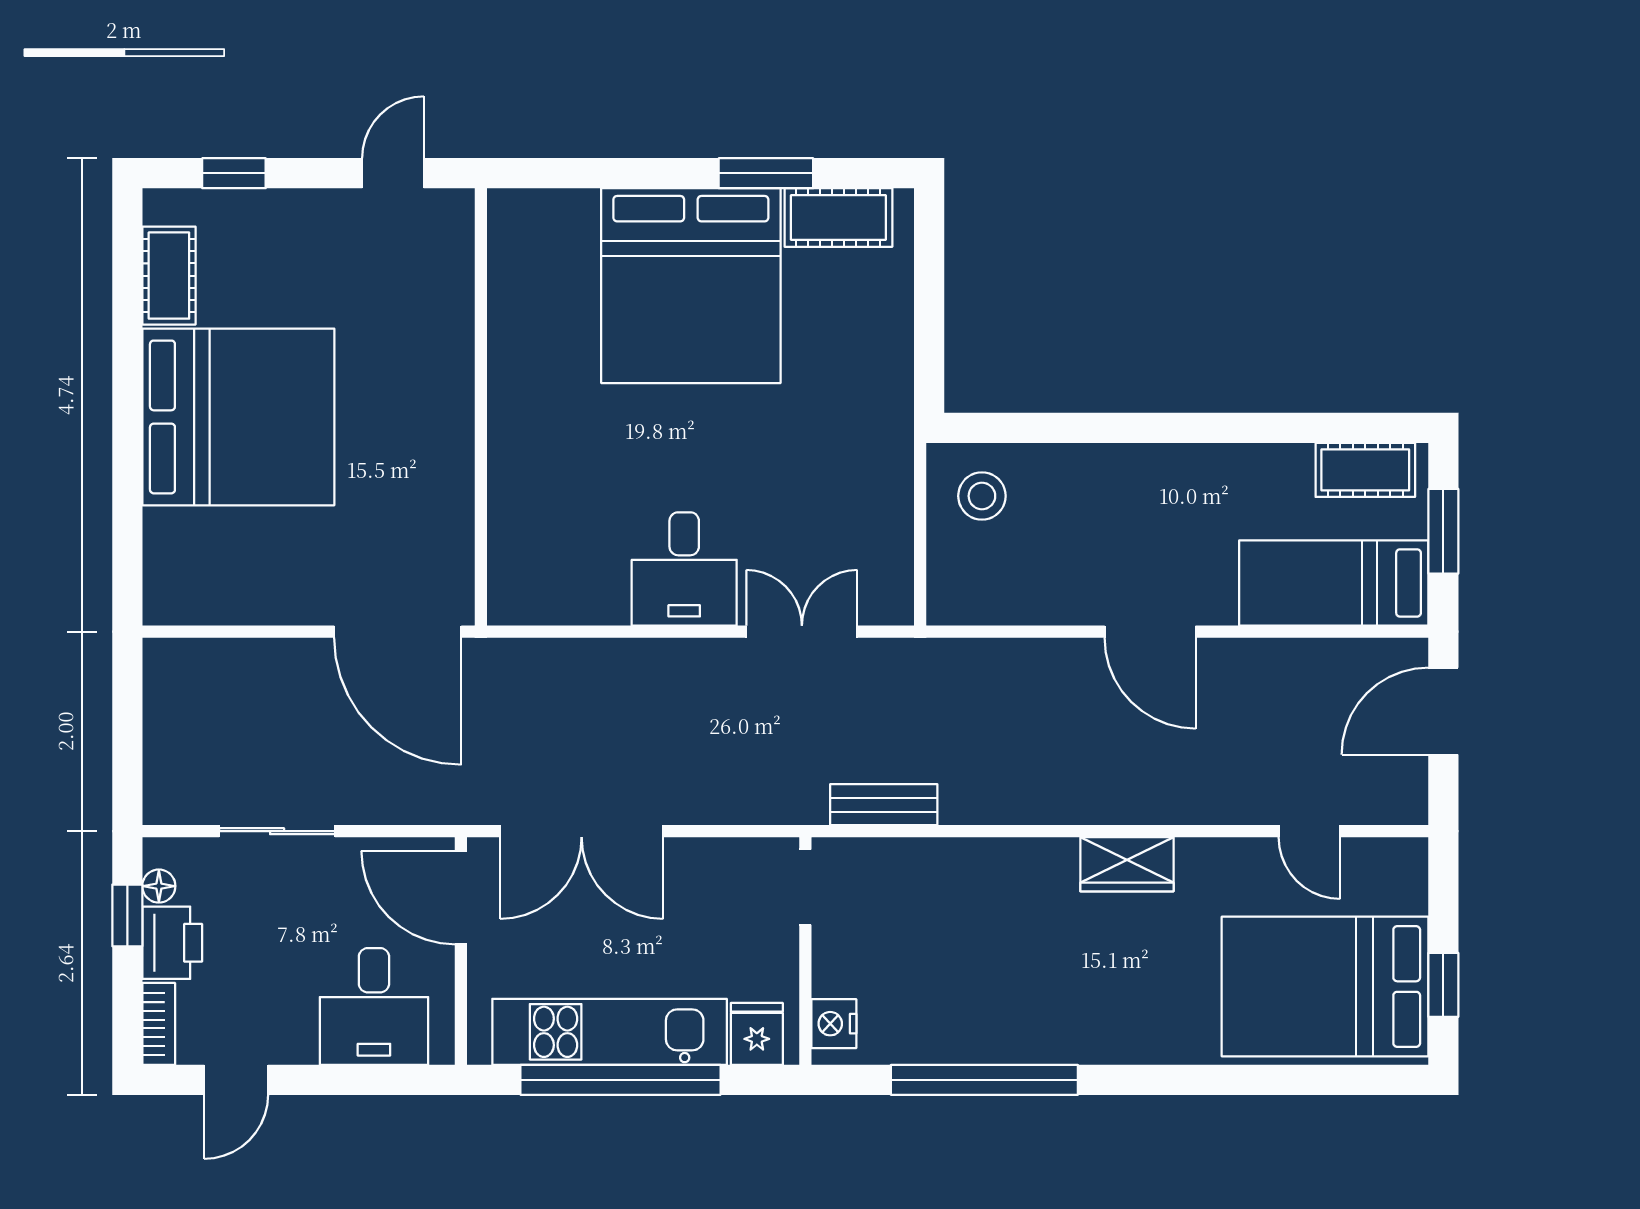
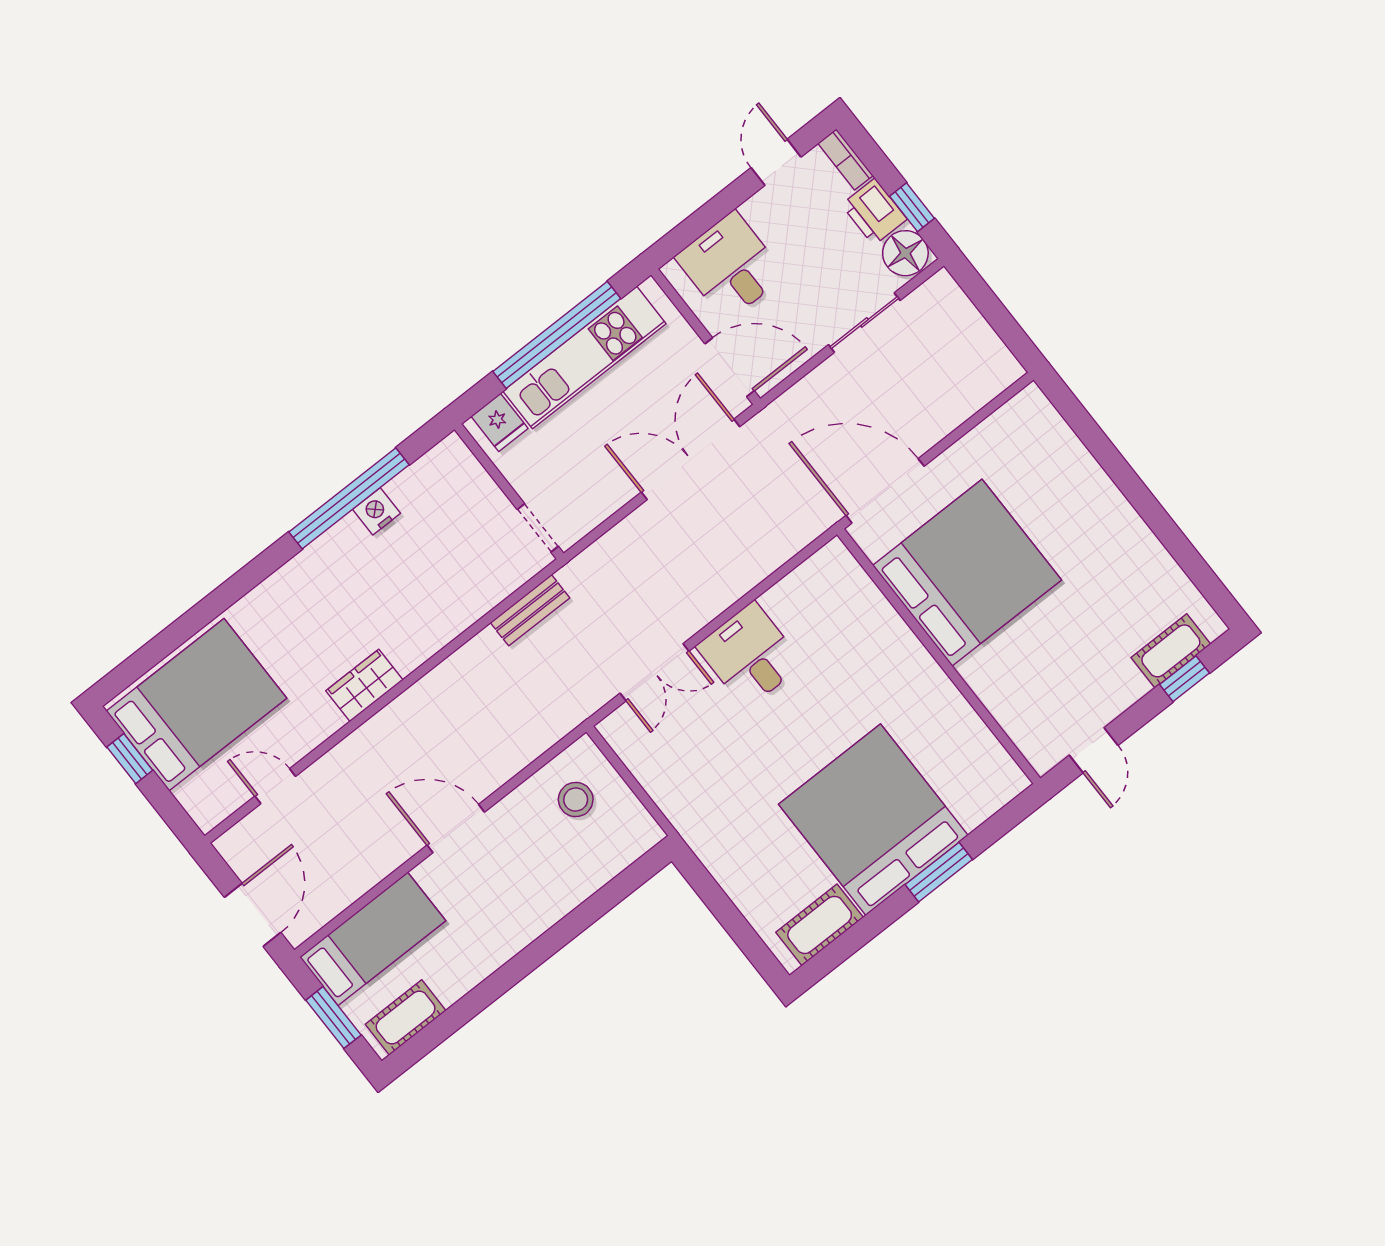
window: (766, 173) -> (939, 872), moved
cot: (169, 276) -> (1171, 651), moved, turned 90
bed: (238, 417) -> (967, 573), moved, turned 180
stool: (982, 496) -> (576, 800), moved
floor lamp: (159, 886) -> (905, 253), width x1.89, depth x1.89
nightstand: (834, 1024) -> (377, 511), moved, turned -90

